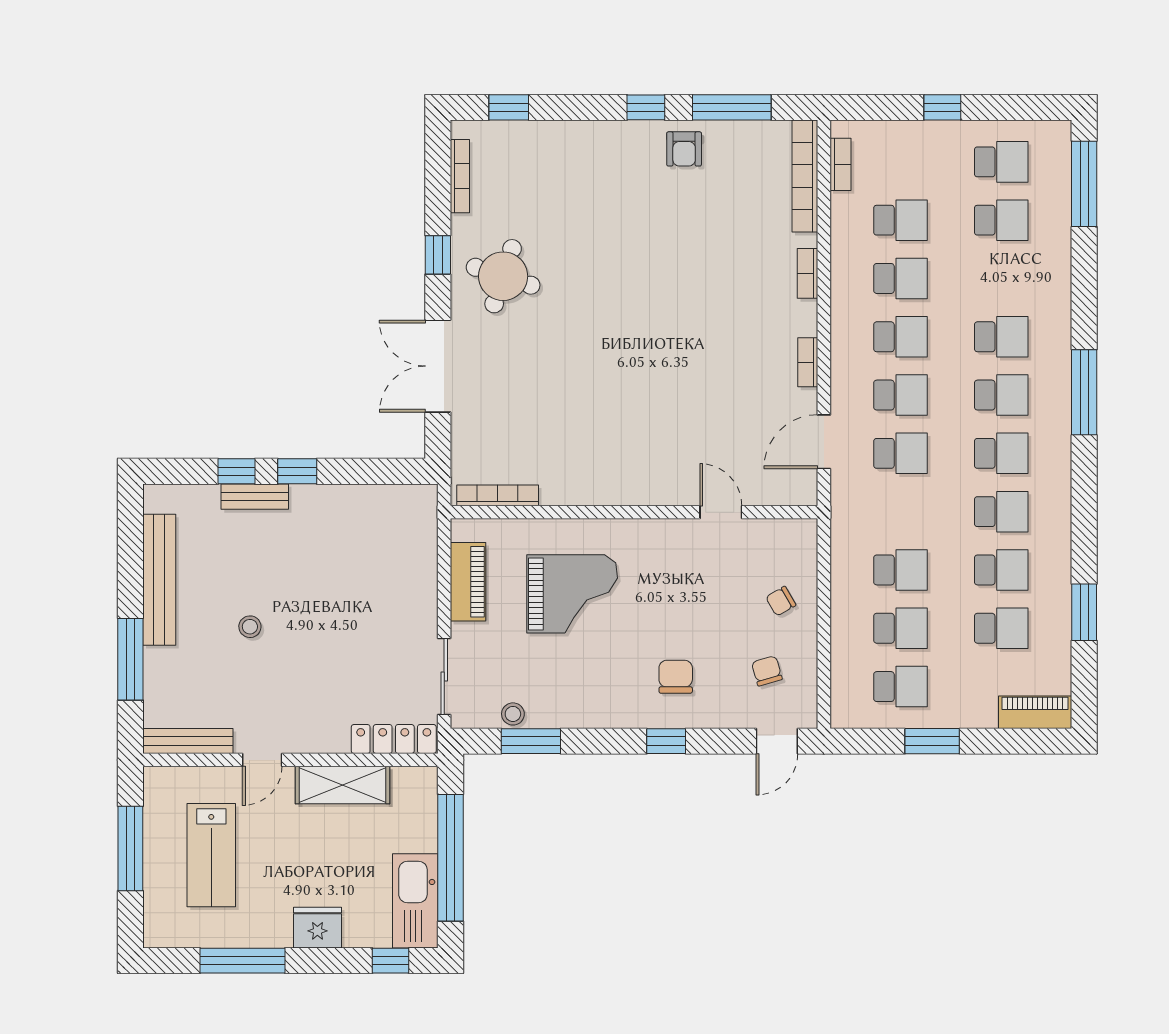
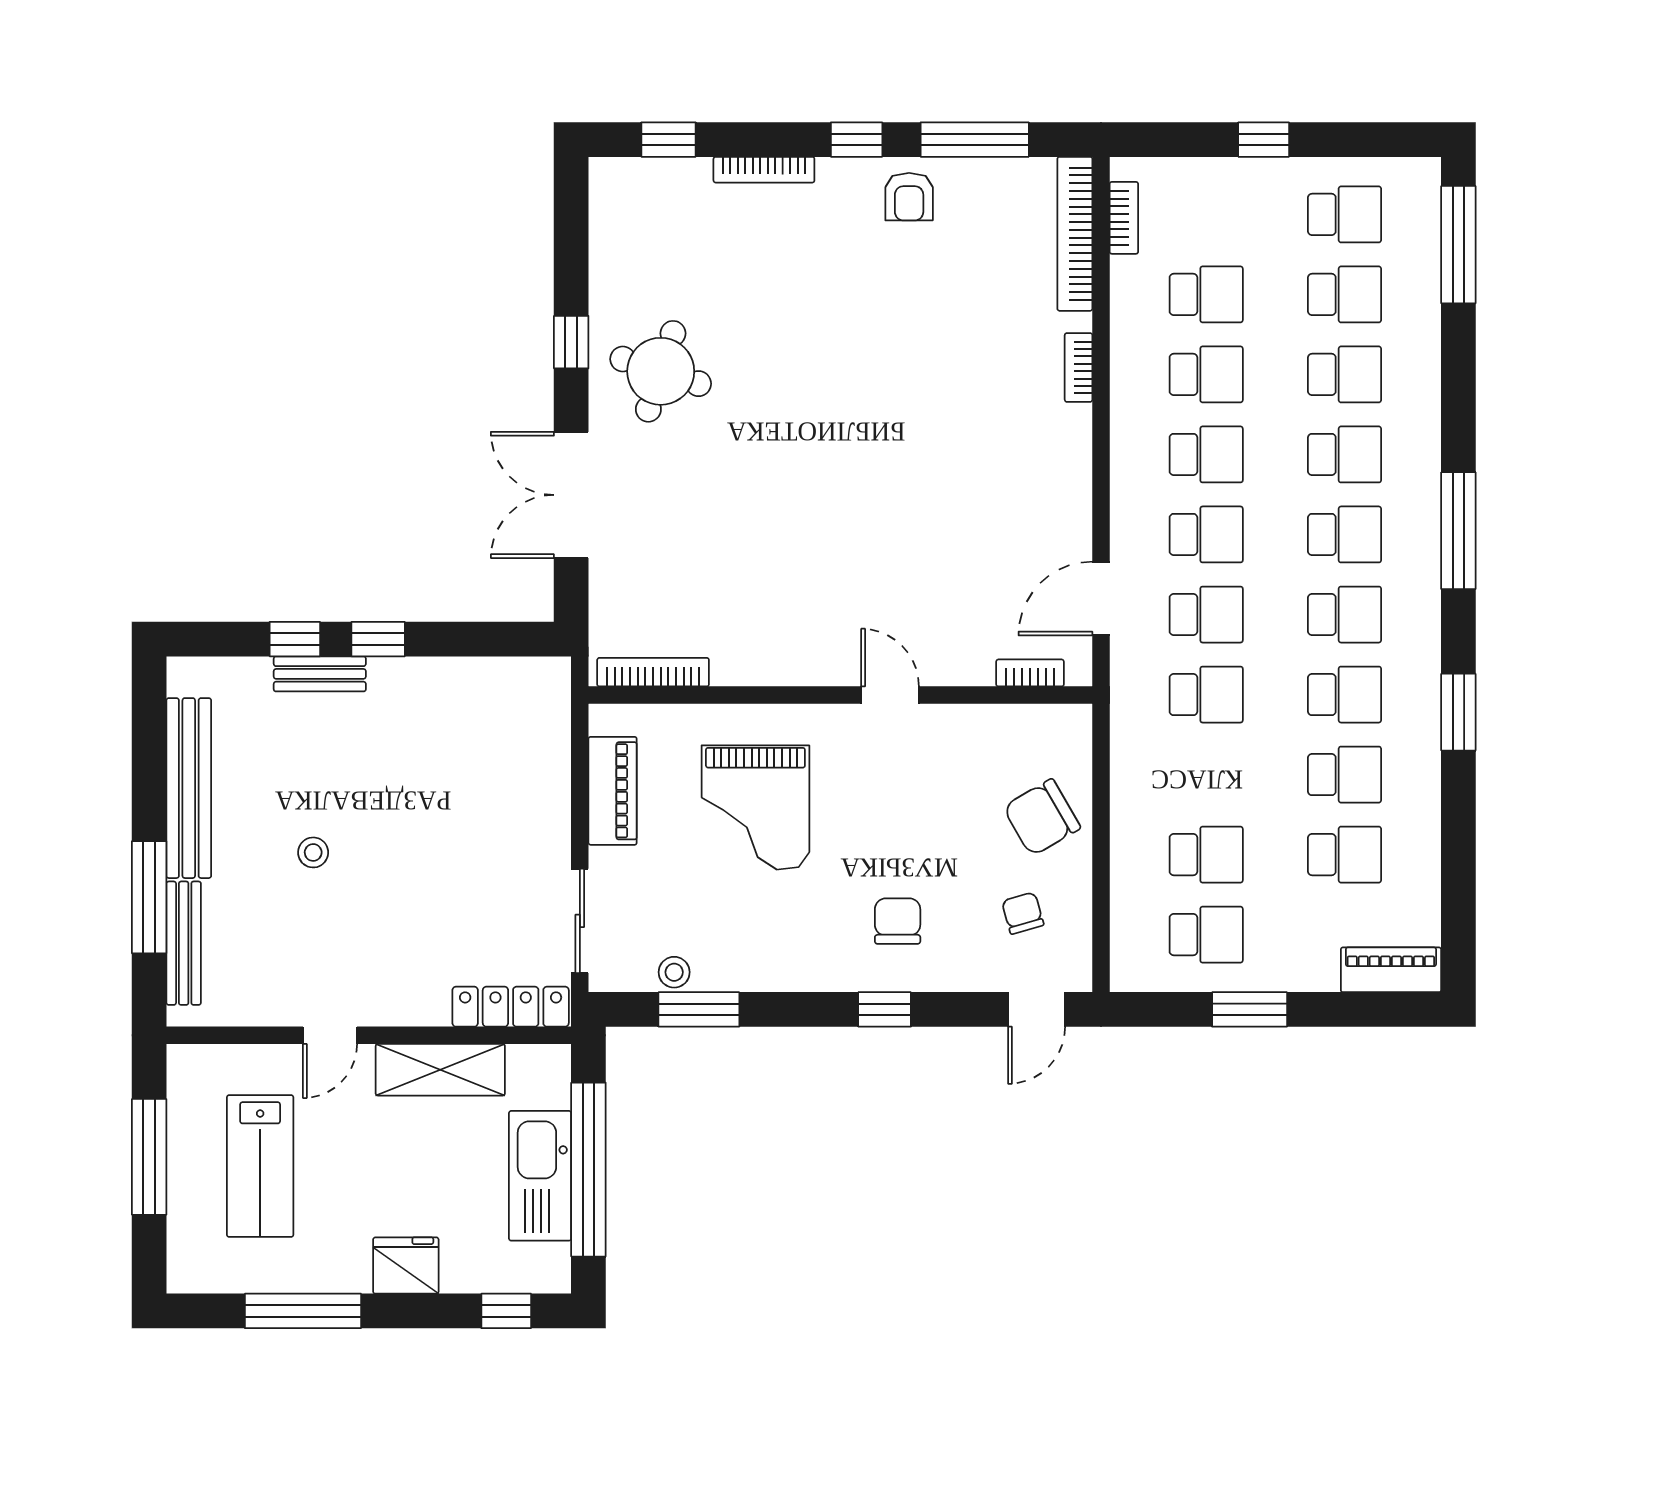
bookcase: (460, 176) -> (764, 170), moved, turned 90
school desk: (1001, 278) -> (1345, 374), added
bookcase: (808, 362) -> (1030, 673), moved, turned 90
door: (721, 512) -> (890, 695), moved
school desk: (900, 570) -> (1206, 695), moved
grand piano: (572, 594) -> (755, 807), turned 90
chair: (781, 601) -> (1042, 817), width x1.87, depth x1.87
window: (1084, 612) -> (1458, 712), moved
bench: (188, 741) -> (184, 943), moved, turned 90
kitchen sink: (415, 901) -> (540, 1176), moved

